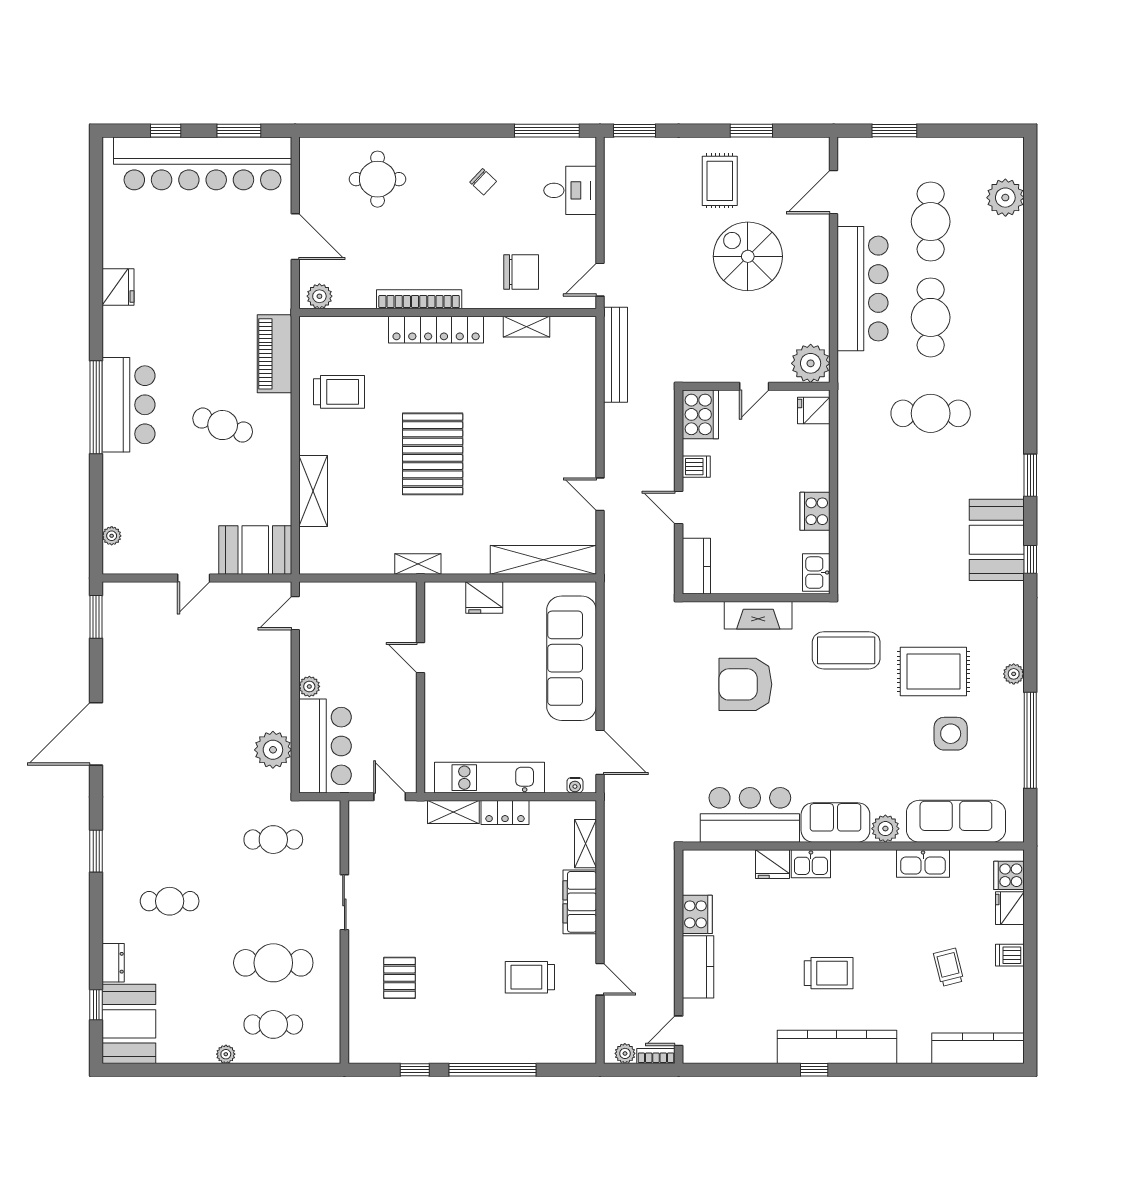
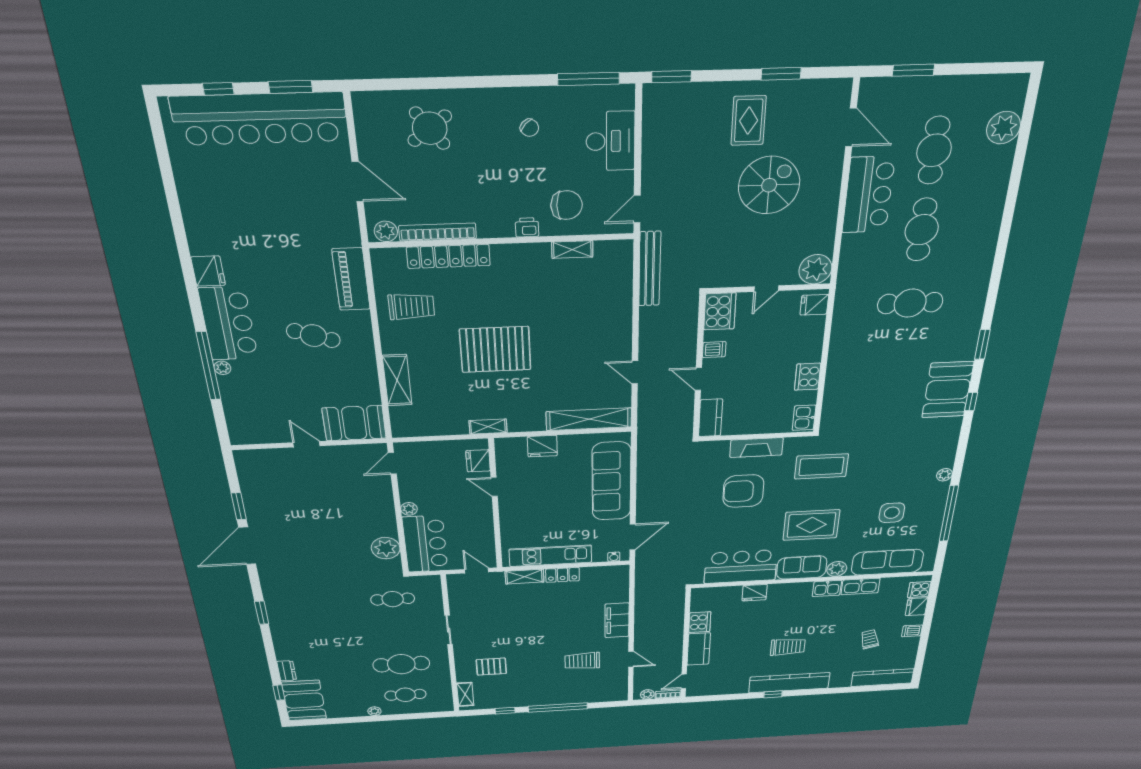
round table: (378, 179) -> (430, 128), turned -37
desk: (570, 190) -> (611, 141), width x1.37
door: (834, 192) -> (851, 127), swing flipped
spiral stairs: (748, 256) -> (769, 185), turned 90
fridge: (118, 287) -> (208, 271), moved
bar counter: (863, 289) -> (868, 195), width x0.73
printer: (476, 297) -> (527, 227), added
bookcase: (419, 299) -> (438, 232), moved
locker: (436, 330) -> (448, 256), moved
window: (96, 407) -> (208, 366), moved
pallet: (433, 454) -> (495, 349), turned 90
plant: (112, 536) -> (222, 368), moved
door: (194, 578) -> (306, 444), swing flipped
fridge: (402, 615) -> (478, 461), added
window: (96, 617) -> (239, 506), moved
rug: (933, 672) -> (811, 525), moved
door: (600, 752) -> (633, 537), hinge flipped
shelving: (585, 844) -> (465, 694), moved
kitchen sink: (811, 864) -> (827, 588), moved
cafe table: (170, 901) -> (321, 637), removed
pallet: (399, 978) -> (491, 667), turned 90

